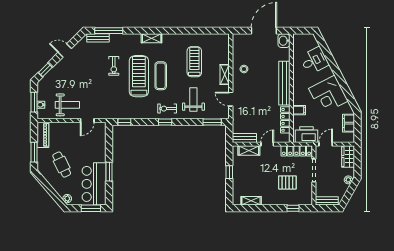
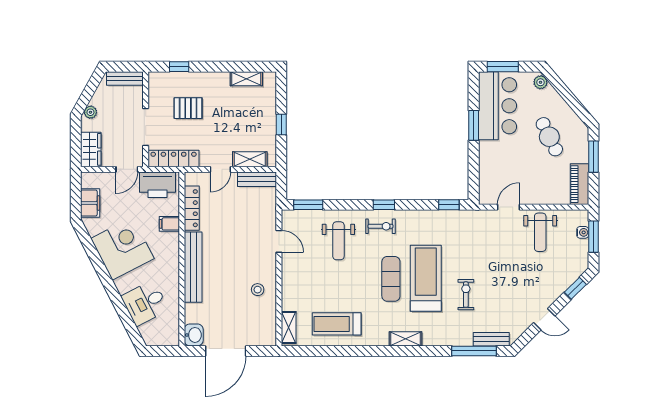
treadmill: (194, 62) -> (337, 324), moved, turned 90
shelving: (225, 75) -> (289, 327), moved
treadmill: (139, 76) -> (426, 278), turned 180
weight bench: (67, 105) -> (540, 232), turned -90

